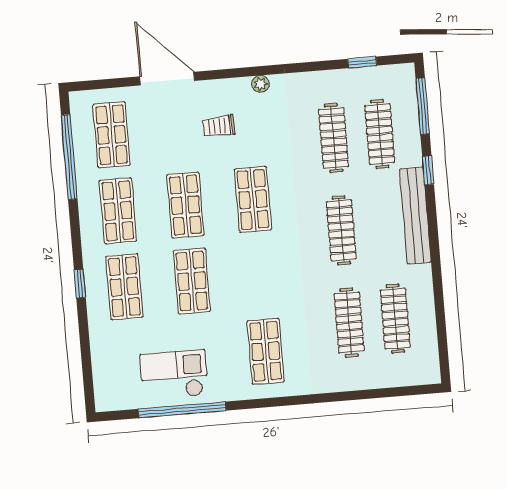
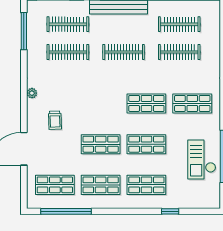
window: (362, 62) -> (24, 31), width x2.17
shop shelf: (253, 199) -> (146, 103), moved
window: (80, 284) -> (170, 211), moved

